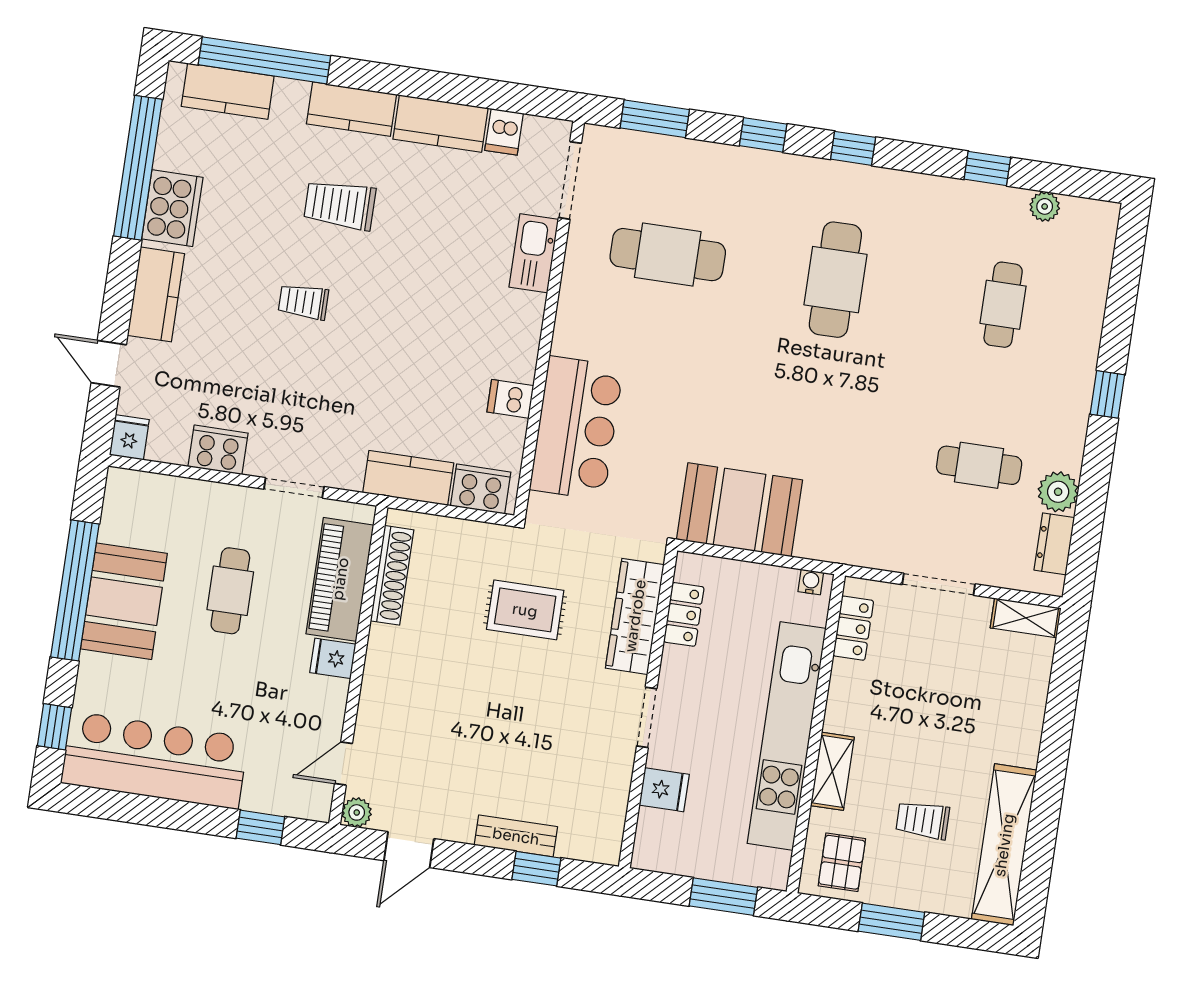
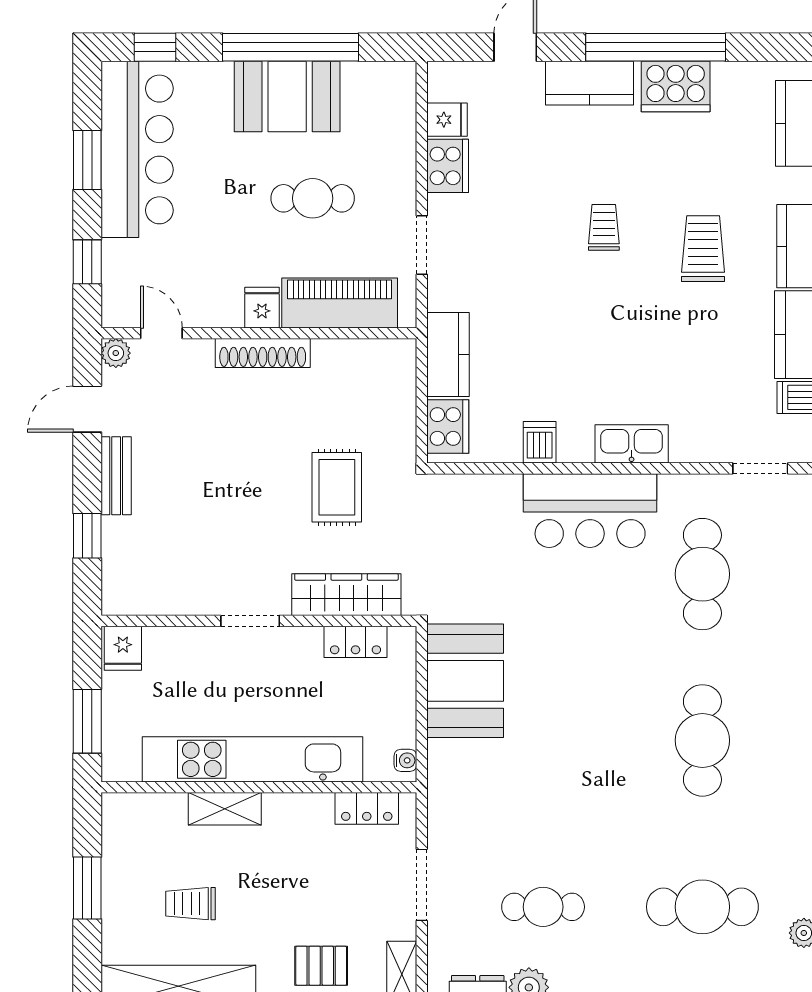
window: (138, 168) -> (656, 47), moved
doorway: (570, 180) -> (760, 468), width x0.73
kitchen sink: (534, 253) -> (632, 444), moved
cafe table: (835, 280) -> (702, 740), turned 90
cafe table: (1003, 305) -> (702, 907), width x1.37, depth x1.35
bar counter: (576, 428) -> (590, 511), moved
fridge: (129, 437) -> (447, 120), moved
cafe table: (979, 465) -> (543, 907), turned 90
shoe rack: (392, 575) -> (263, 353), moved
fridge: (664, 790) -> (123, 648), moved
window: (158, 812) -> (87, 160), added
trolley: (923, 820) -> (190, 904), turned -90
bench: (516, 836) -> (116, 476), moved
door: (409, 850) -> (87, 409), hinge flipped
pallet: (842, 862) -> (321, 966), moved

